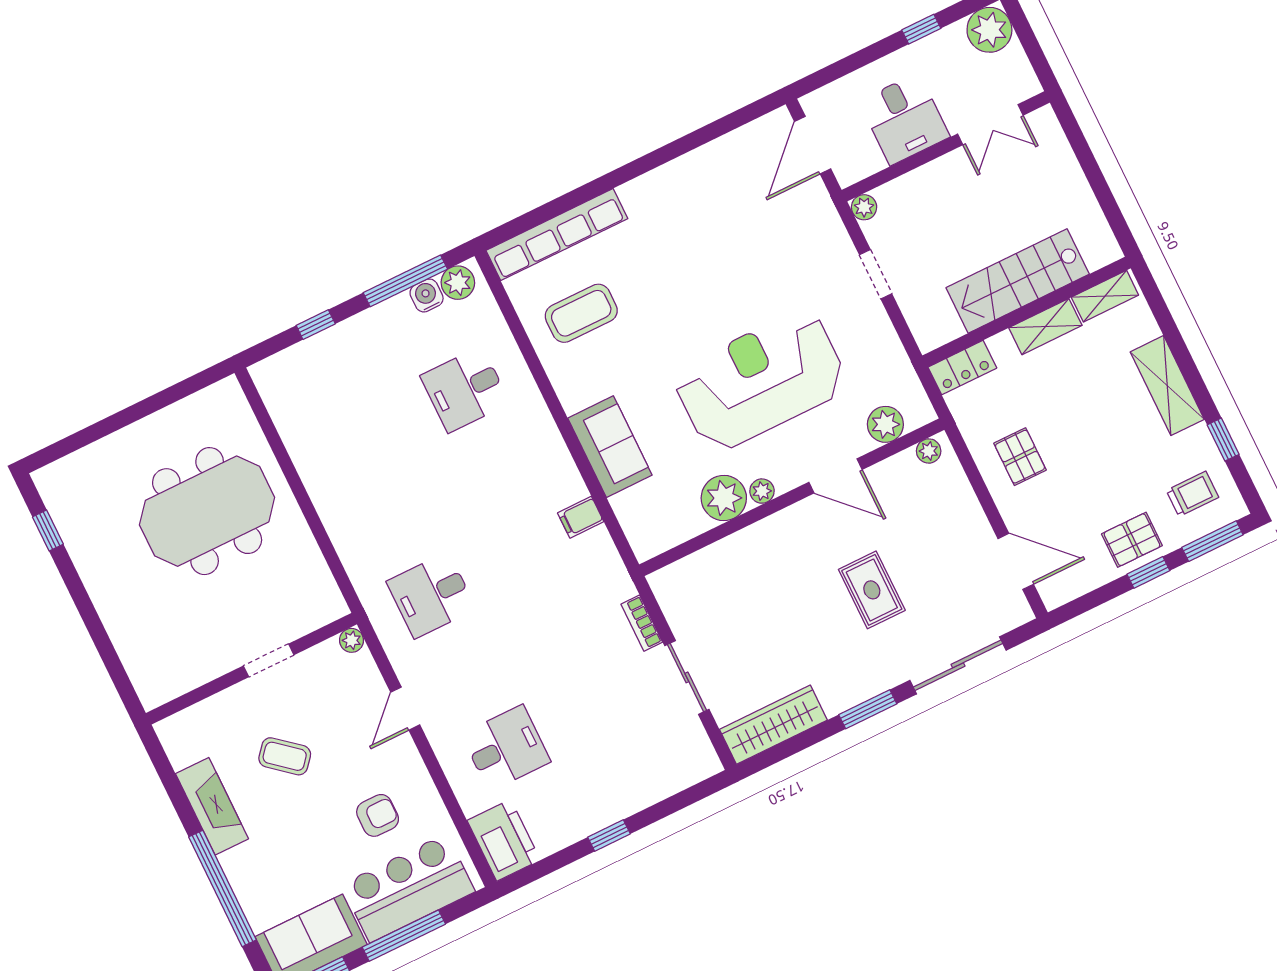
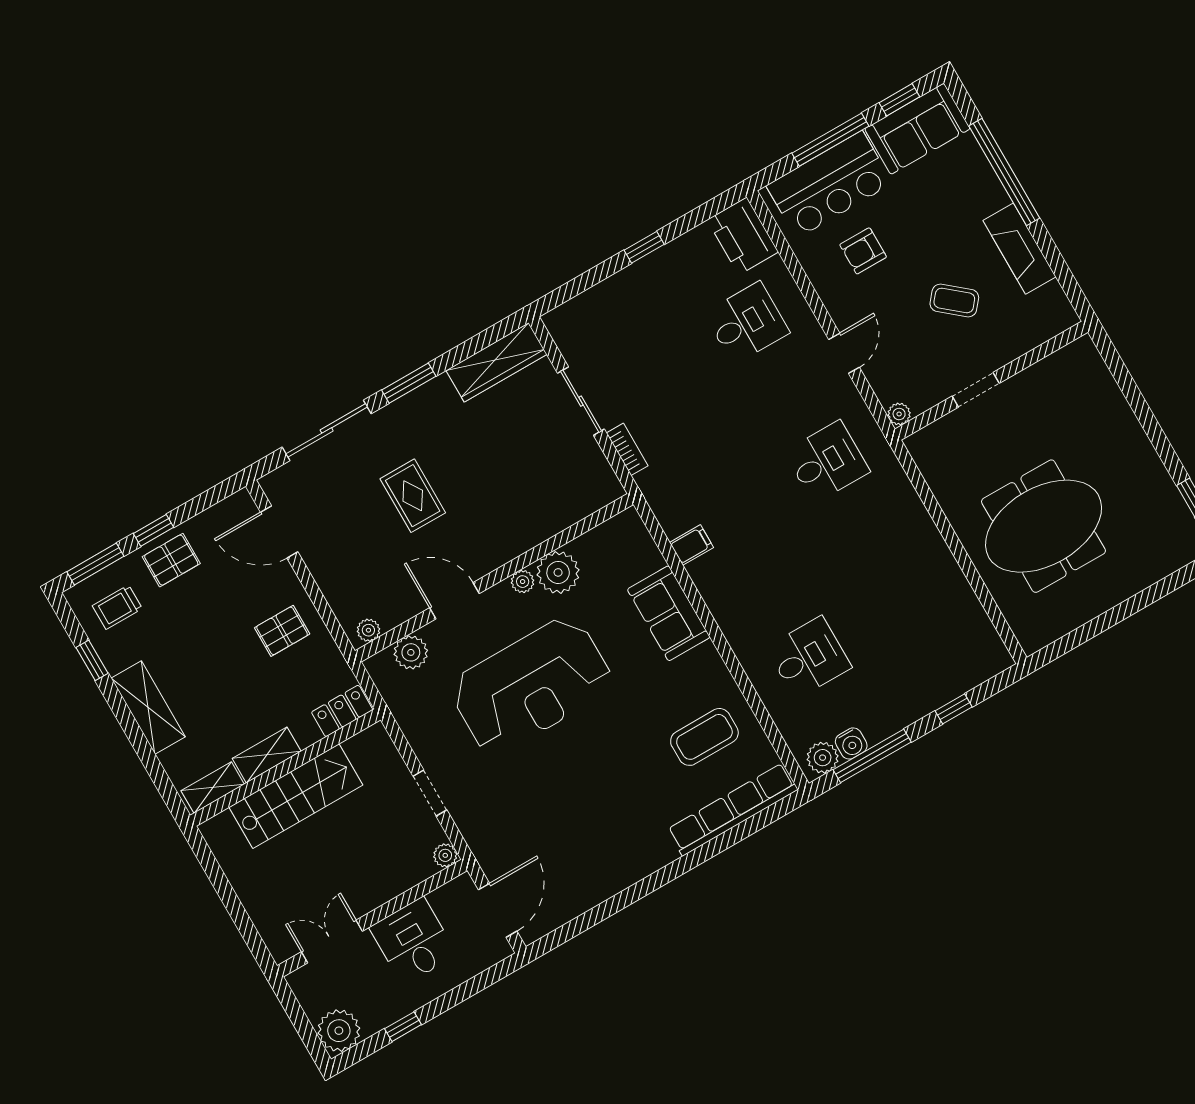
pallet: (1020, 457) -> (282, 631), turned 90
desk: (506, 748) -> (747, 323), turned 180

